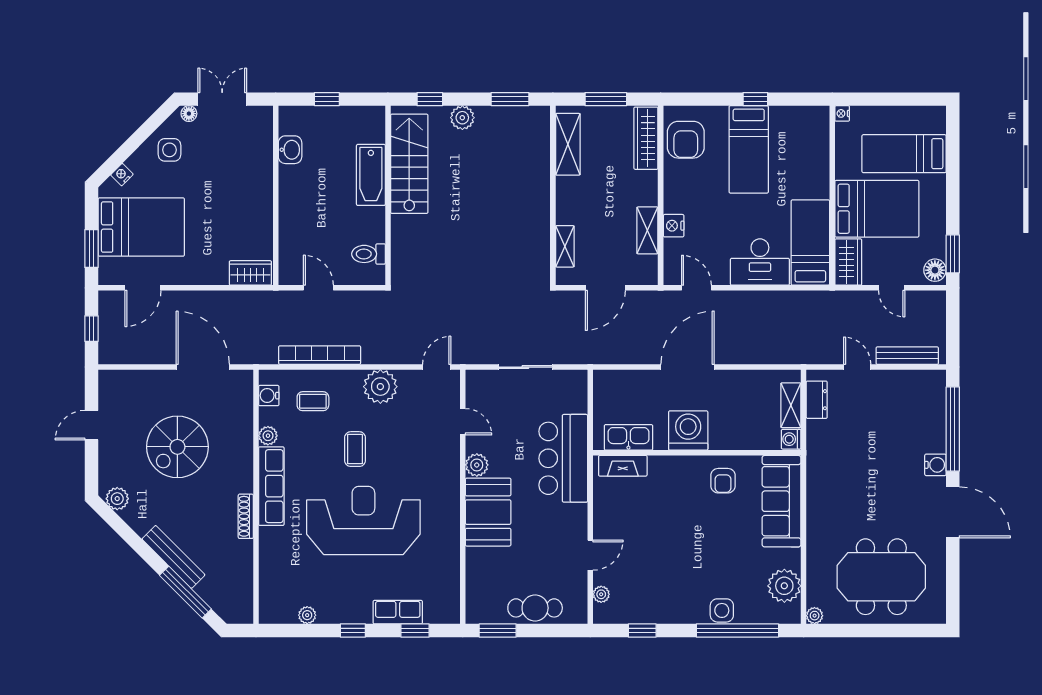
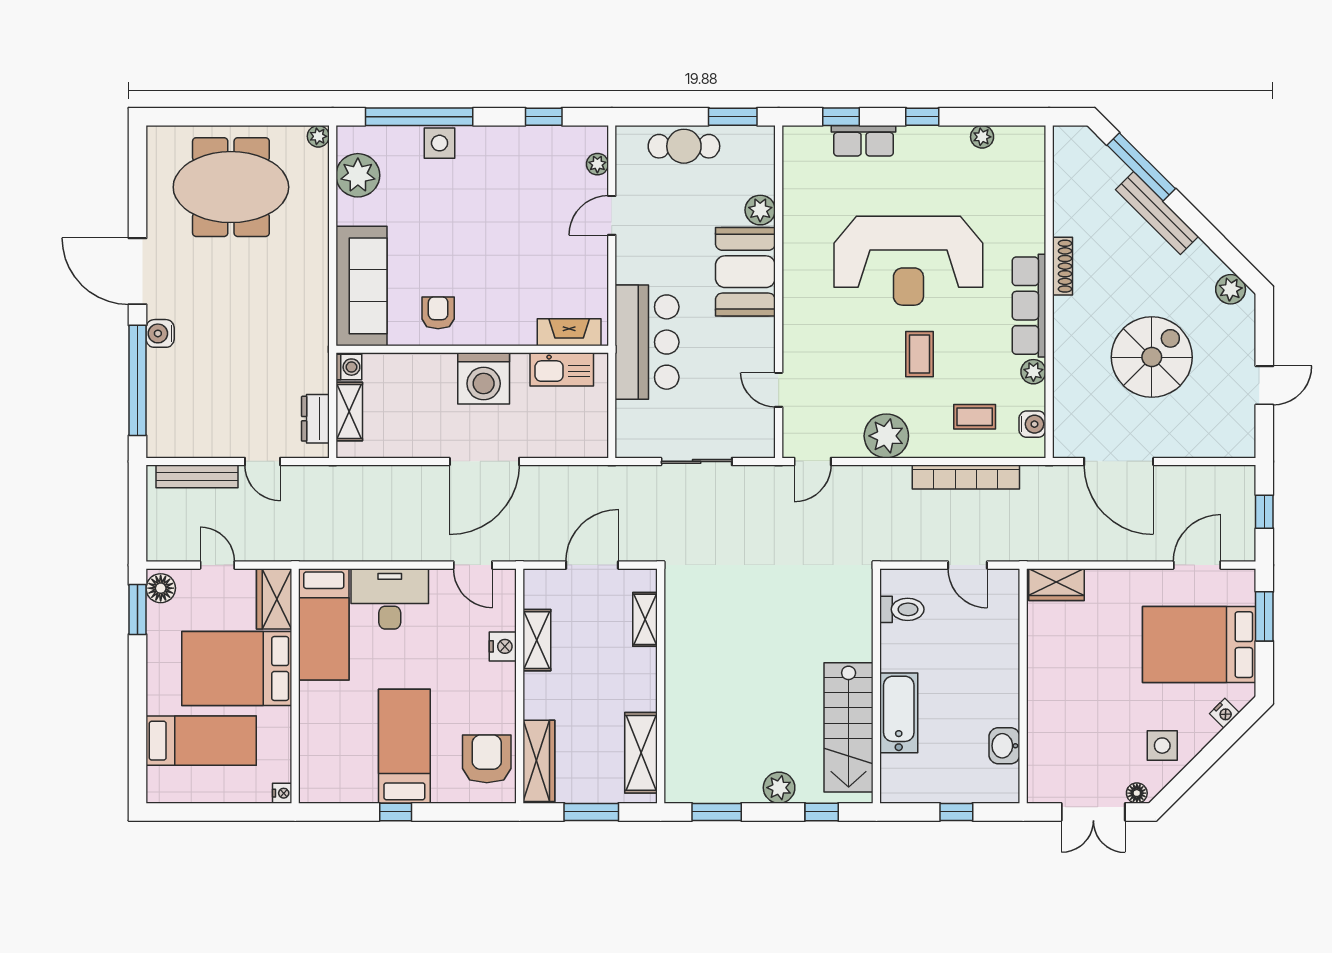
plant: (477, 465) -> (760, 210), moved

